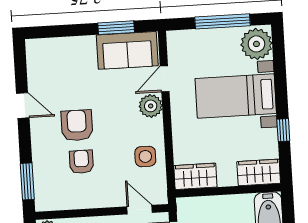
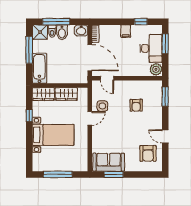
plant: (256, 44) -> (41, 162), removed
door: (165, 79) -> (90, 118), moved
plant: (151, 106) -> (98, 132), removed
armchair: (77, 125) -> (148, 153), moved
wardrobe: (195, 176) -> (66, 94), moved

